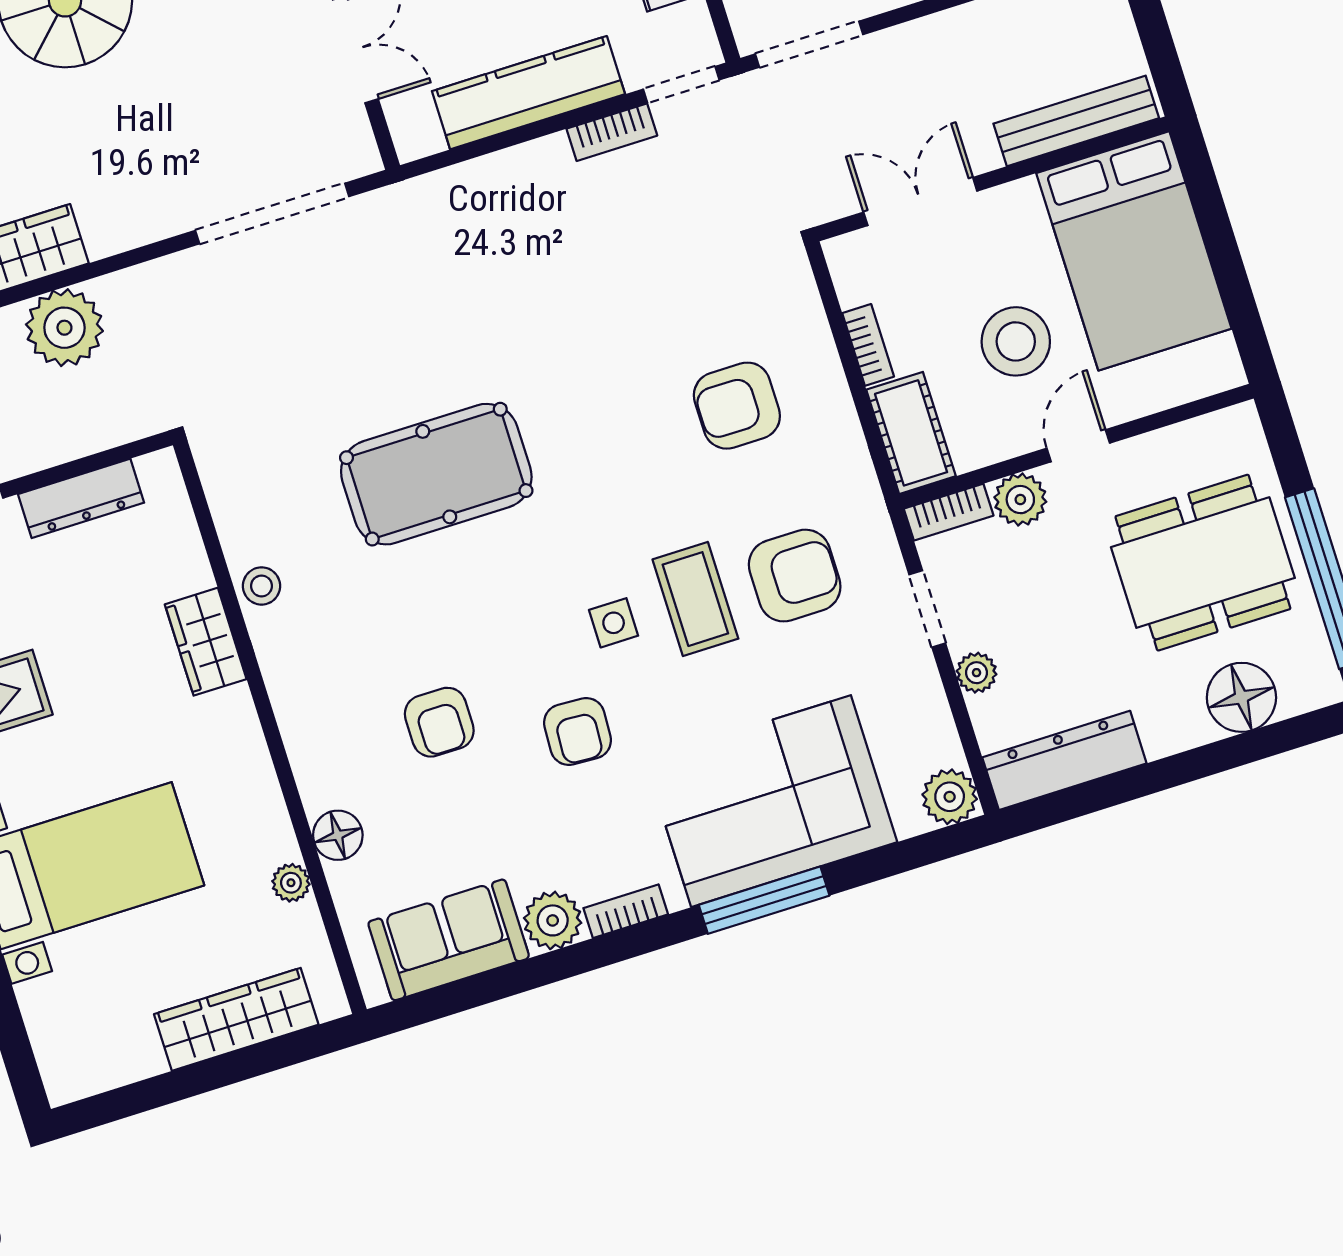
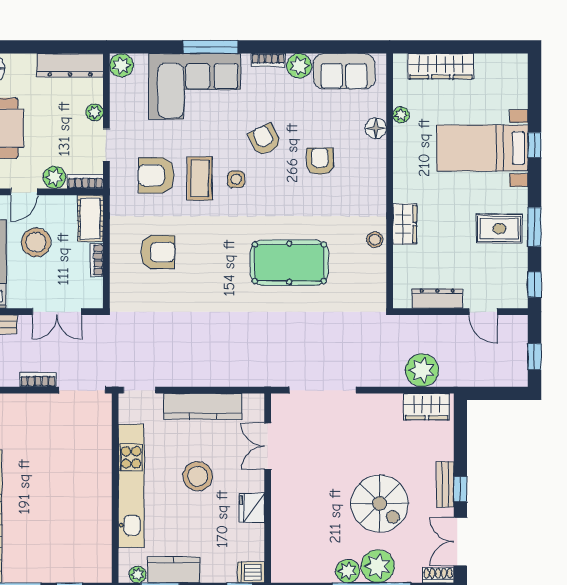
bookcase: (612, 132) -> (38, 380), moved
armchair: (578, 732) -> (265, 140), turned -30

